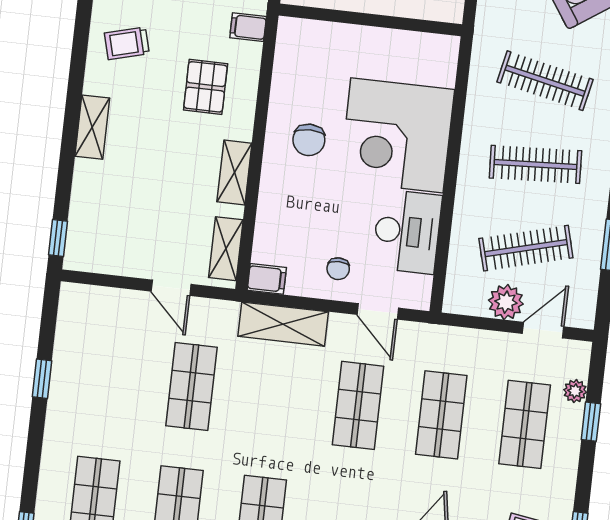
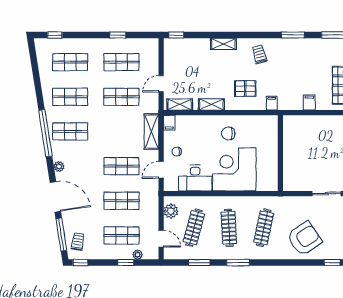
clothes rail: (526, 248) -> (194, 228), turned 30
plant: (506, 302) -> (171, 211), moved
shop shelf: (108, 377) -> (121, 62), added

